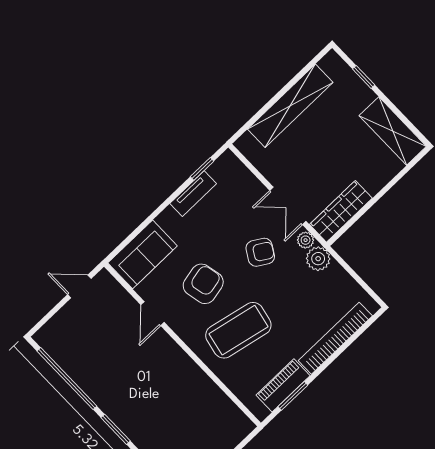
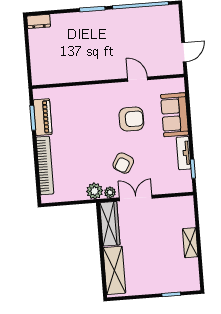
shelving: (290, 106) -> (190, 243), width x0.45, depth x0.75
shelving: (393, 131) -> (114, 270), moved, turned 90
sofa: (143, 254) -> (175, 115), moved
armchair: (203, 284) -> (131, 119), turned -78
coffee table: (238, 330) -> (91, 118), removed

